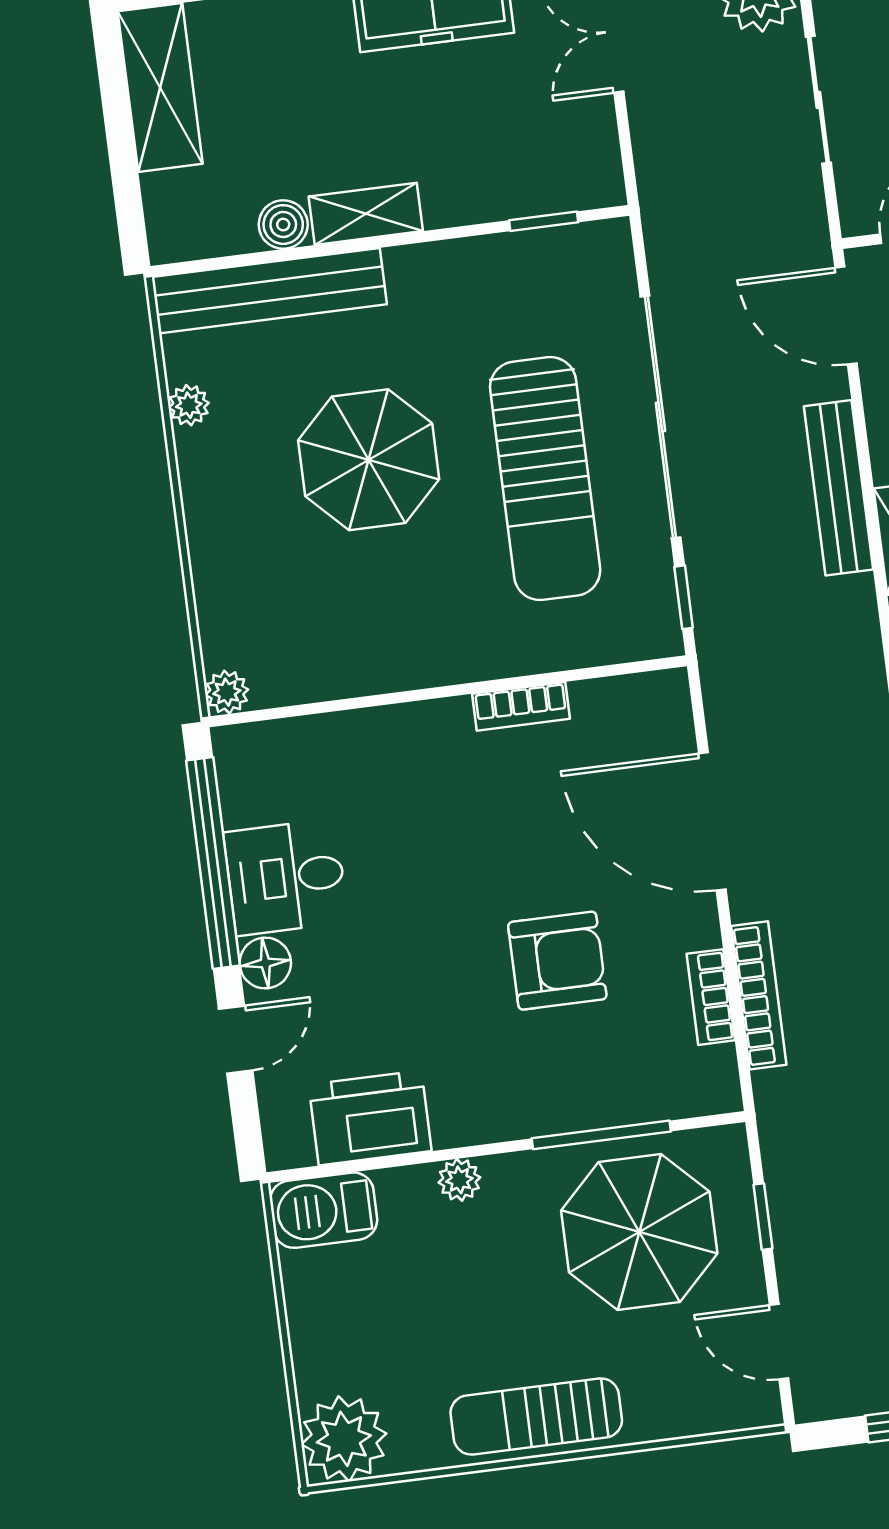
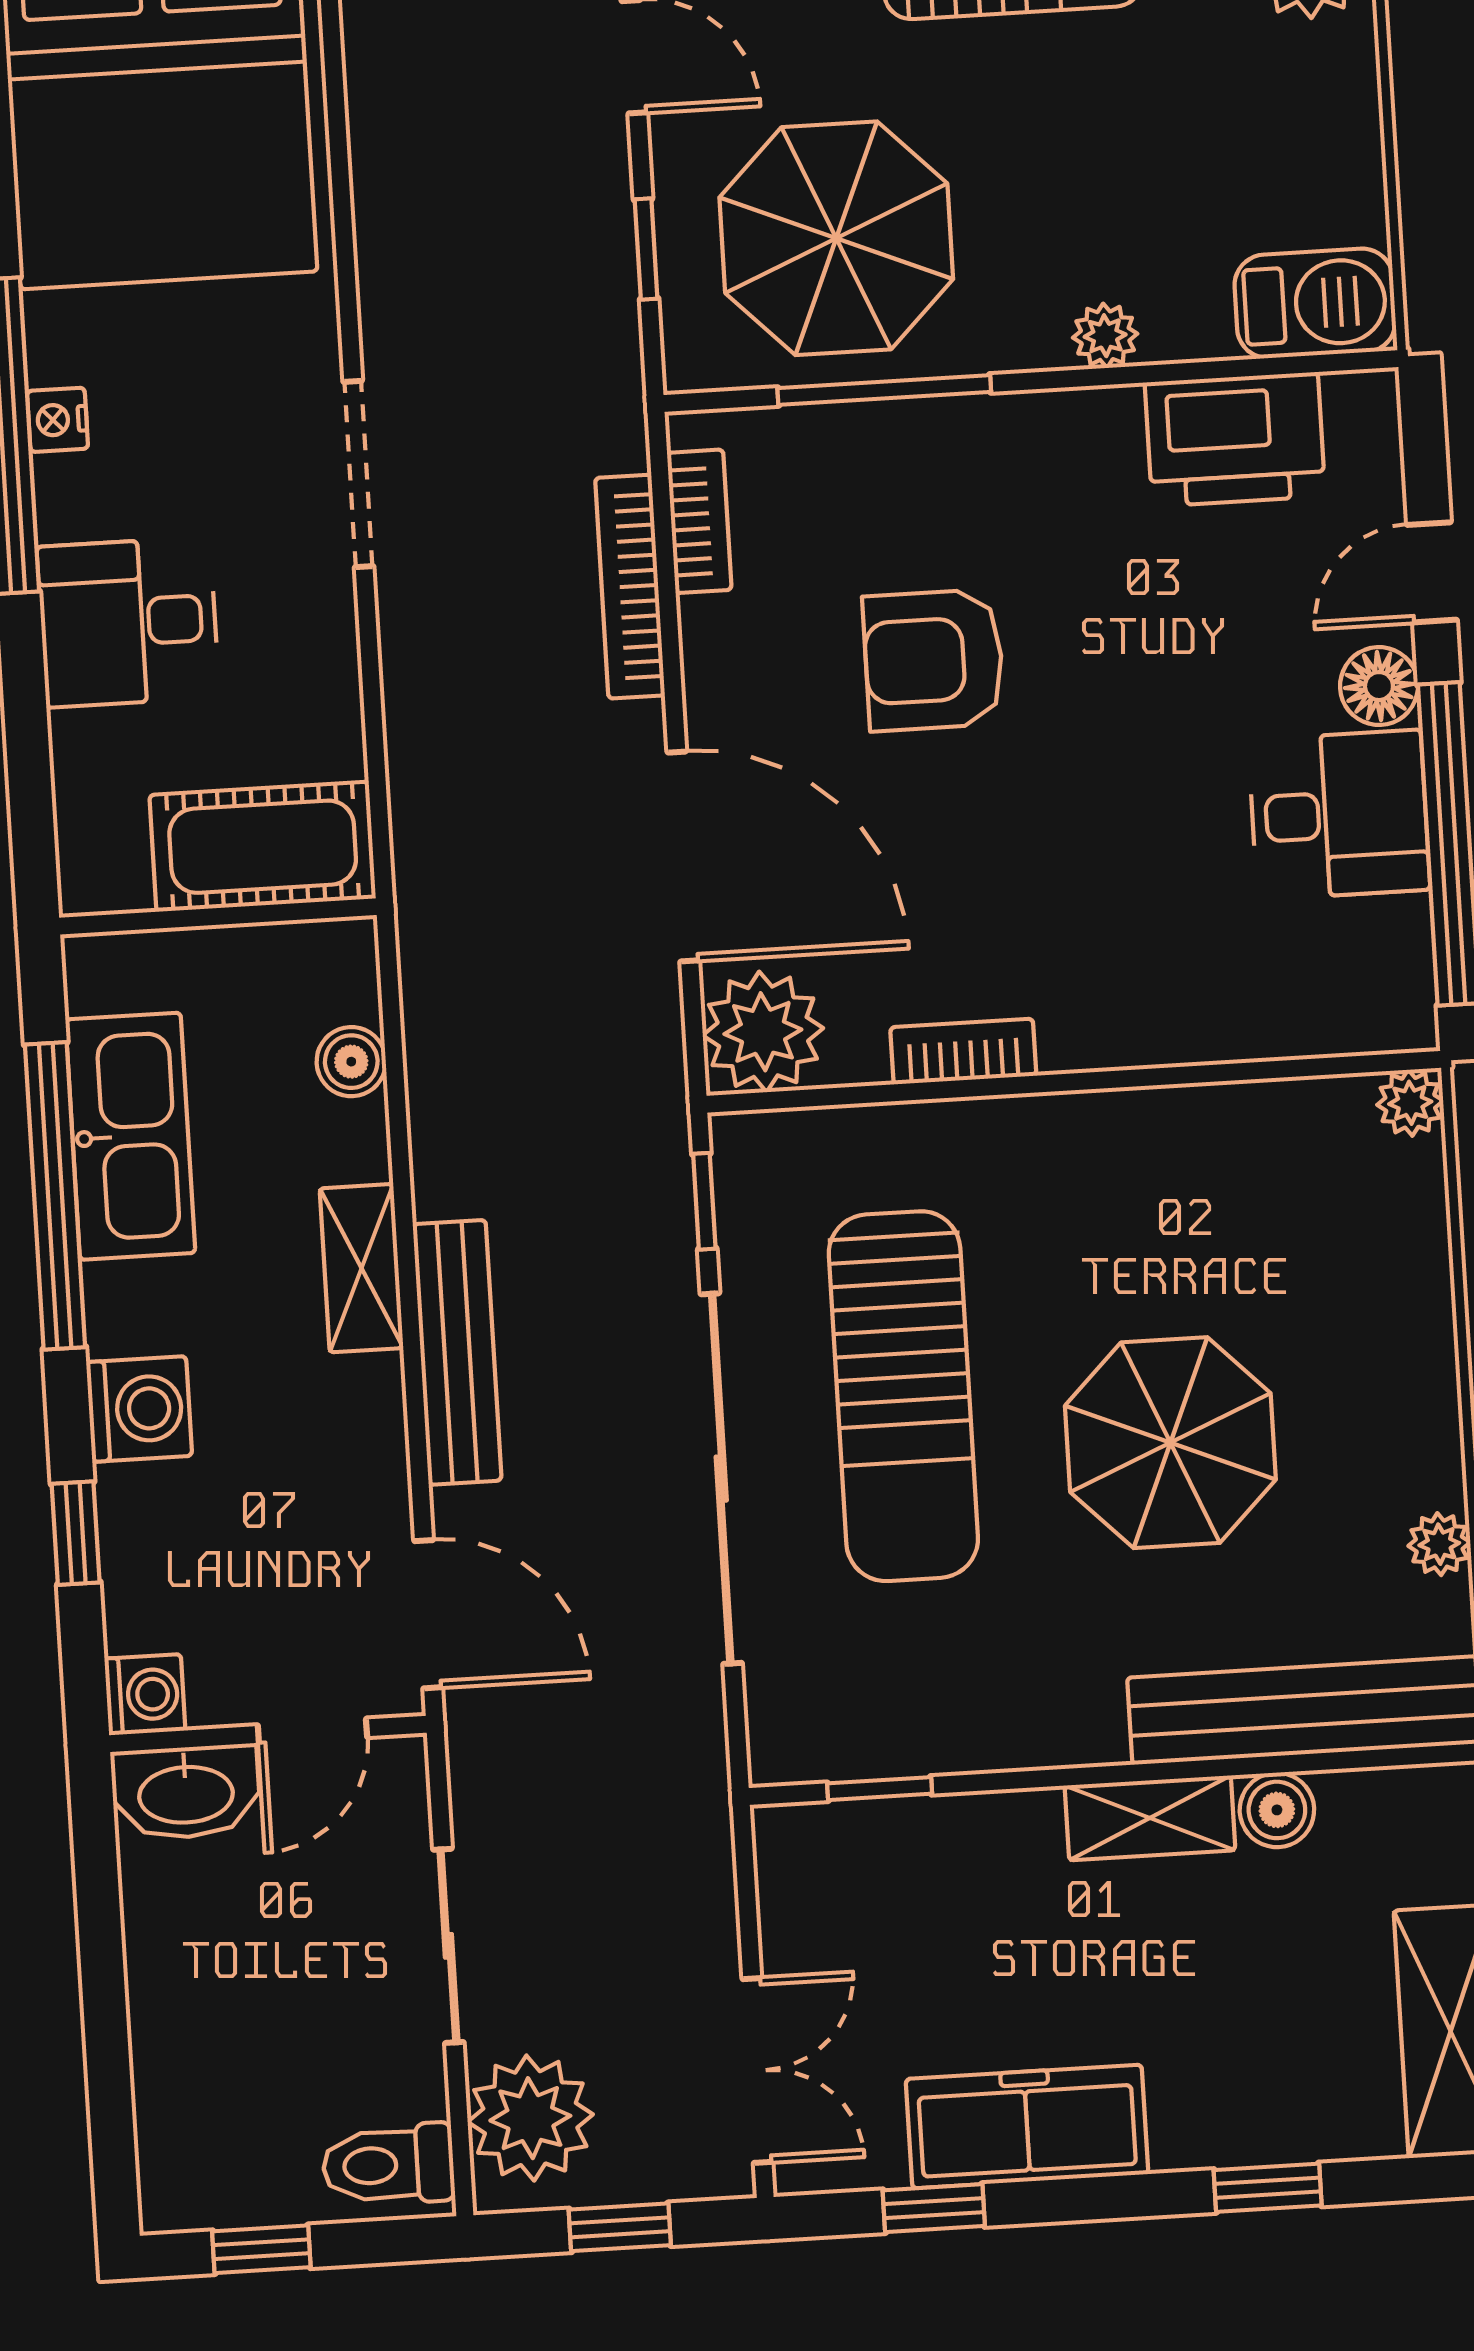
sun lounger: (545, 479) -> (903, 1396), turned 180
plant: (653, 710) -> (763, 1032), added
bookcase: (711, 997) -> (699, 521), moved

